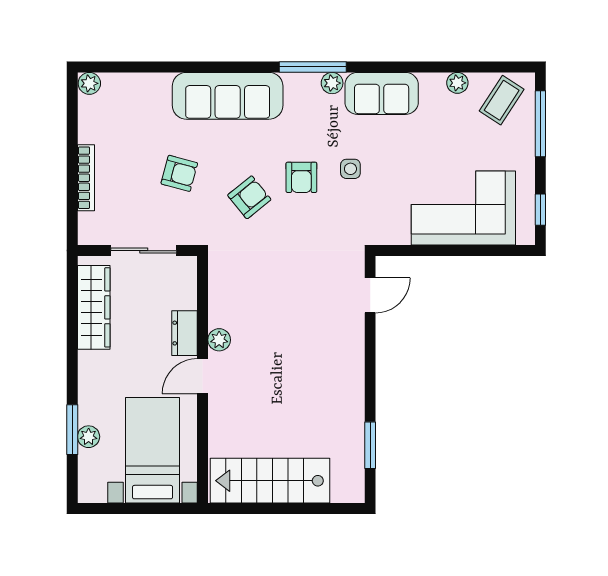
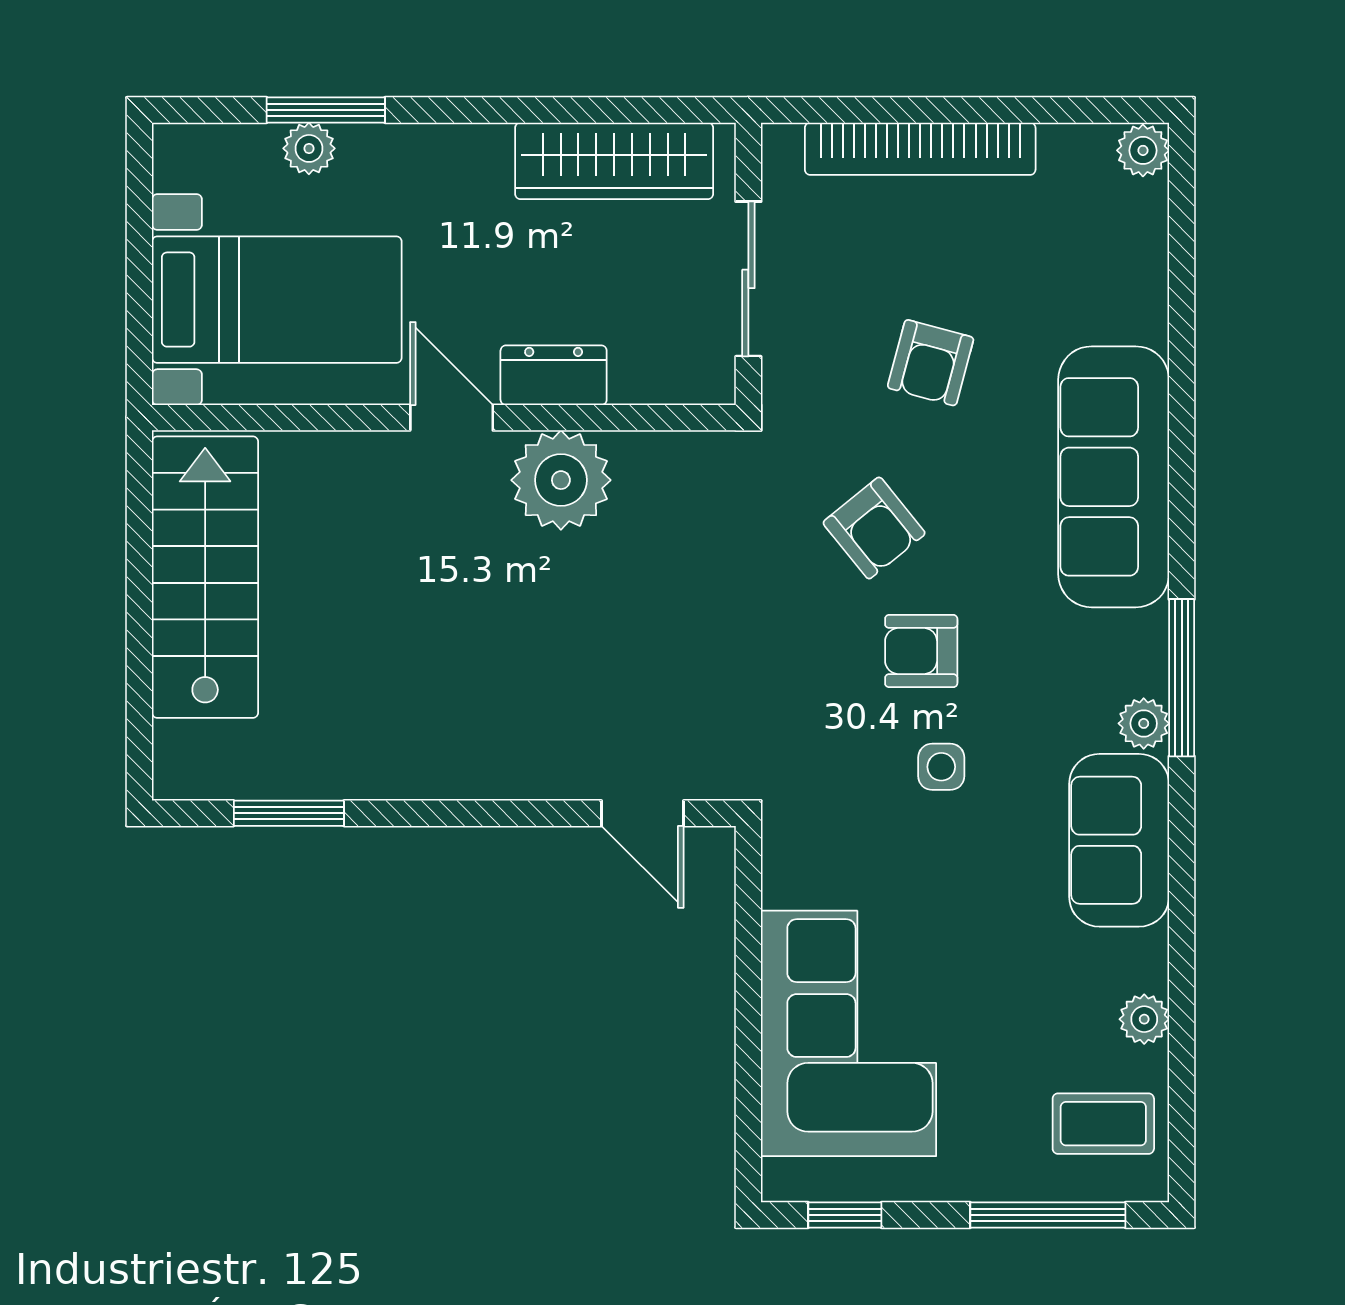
coffee table: (502, 100) -> (1103, 1124), turned -33
bookcase: (86, 178) -> (920, 149), width x1.48, depth x1.31
plant: (219, 340) -> (561, 480), width x1.87, depth x1.87

